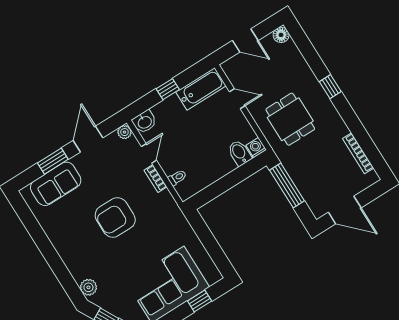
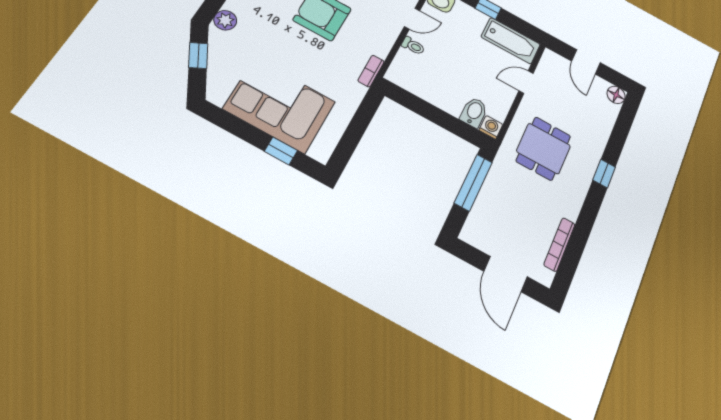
door: (237, 99) -> (526, 82), swing flipped
toilet: (177, 178) -> (413, 46), moved
bookcase: (156, 179) -> (371, 71), moved
door: (345, 210) -> (506, 274), moved

